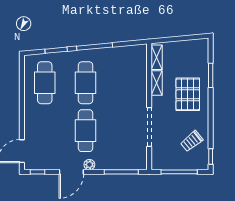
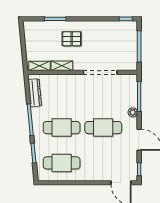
dresser: (126, 52) -> (35, 93), added
pallet: (188, 94) -> (72, 39), width x0.67, depth x0.71
trolley: (192, 141) -> (112, 35), removed
plant: (89, 165) -> (133, 112), moved

